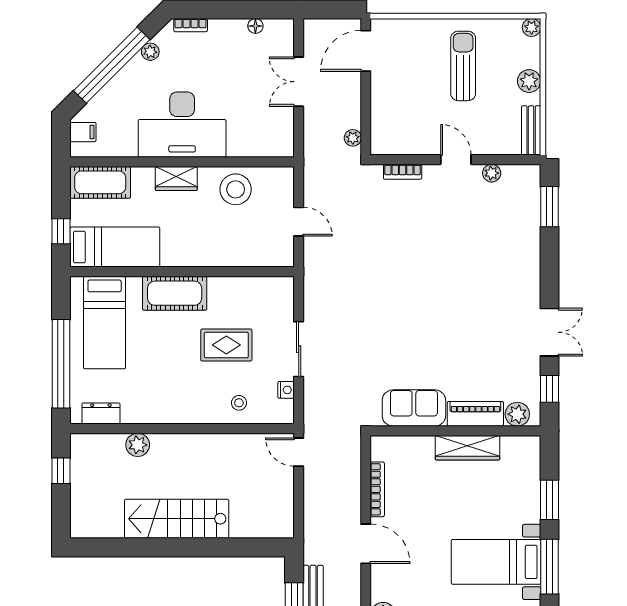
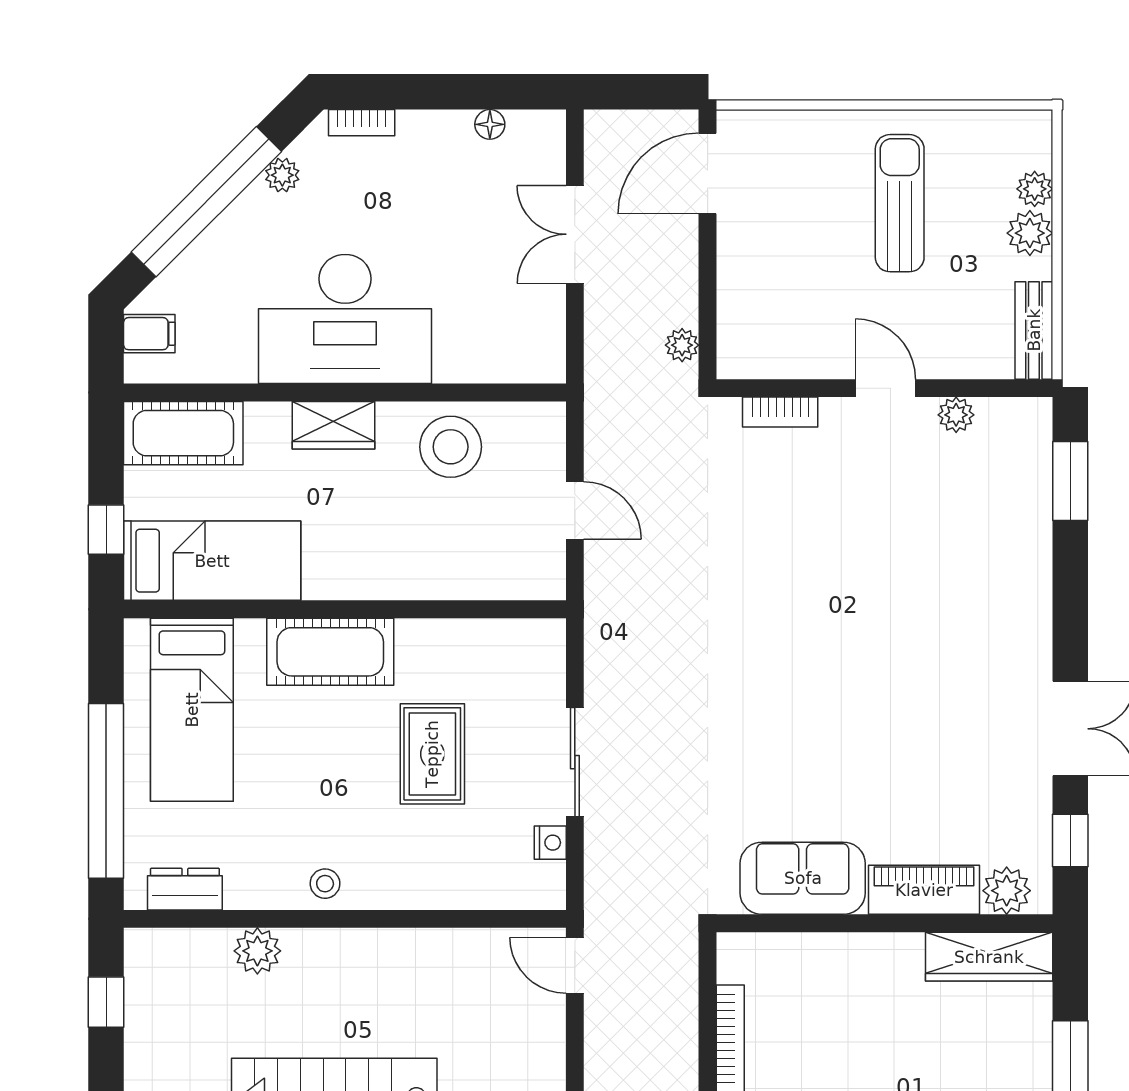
plant: (532, 27) -> (1035, 189), moved
rug: (226, 345) -> (432, 754), turned 90
stool: (239, 403) -> (325, 884), moved
wardrobe: (468, 448) -> (989, 957), moved

